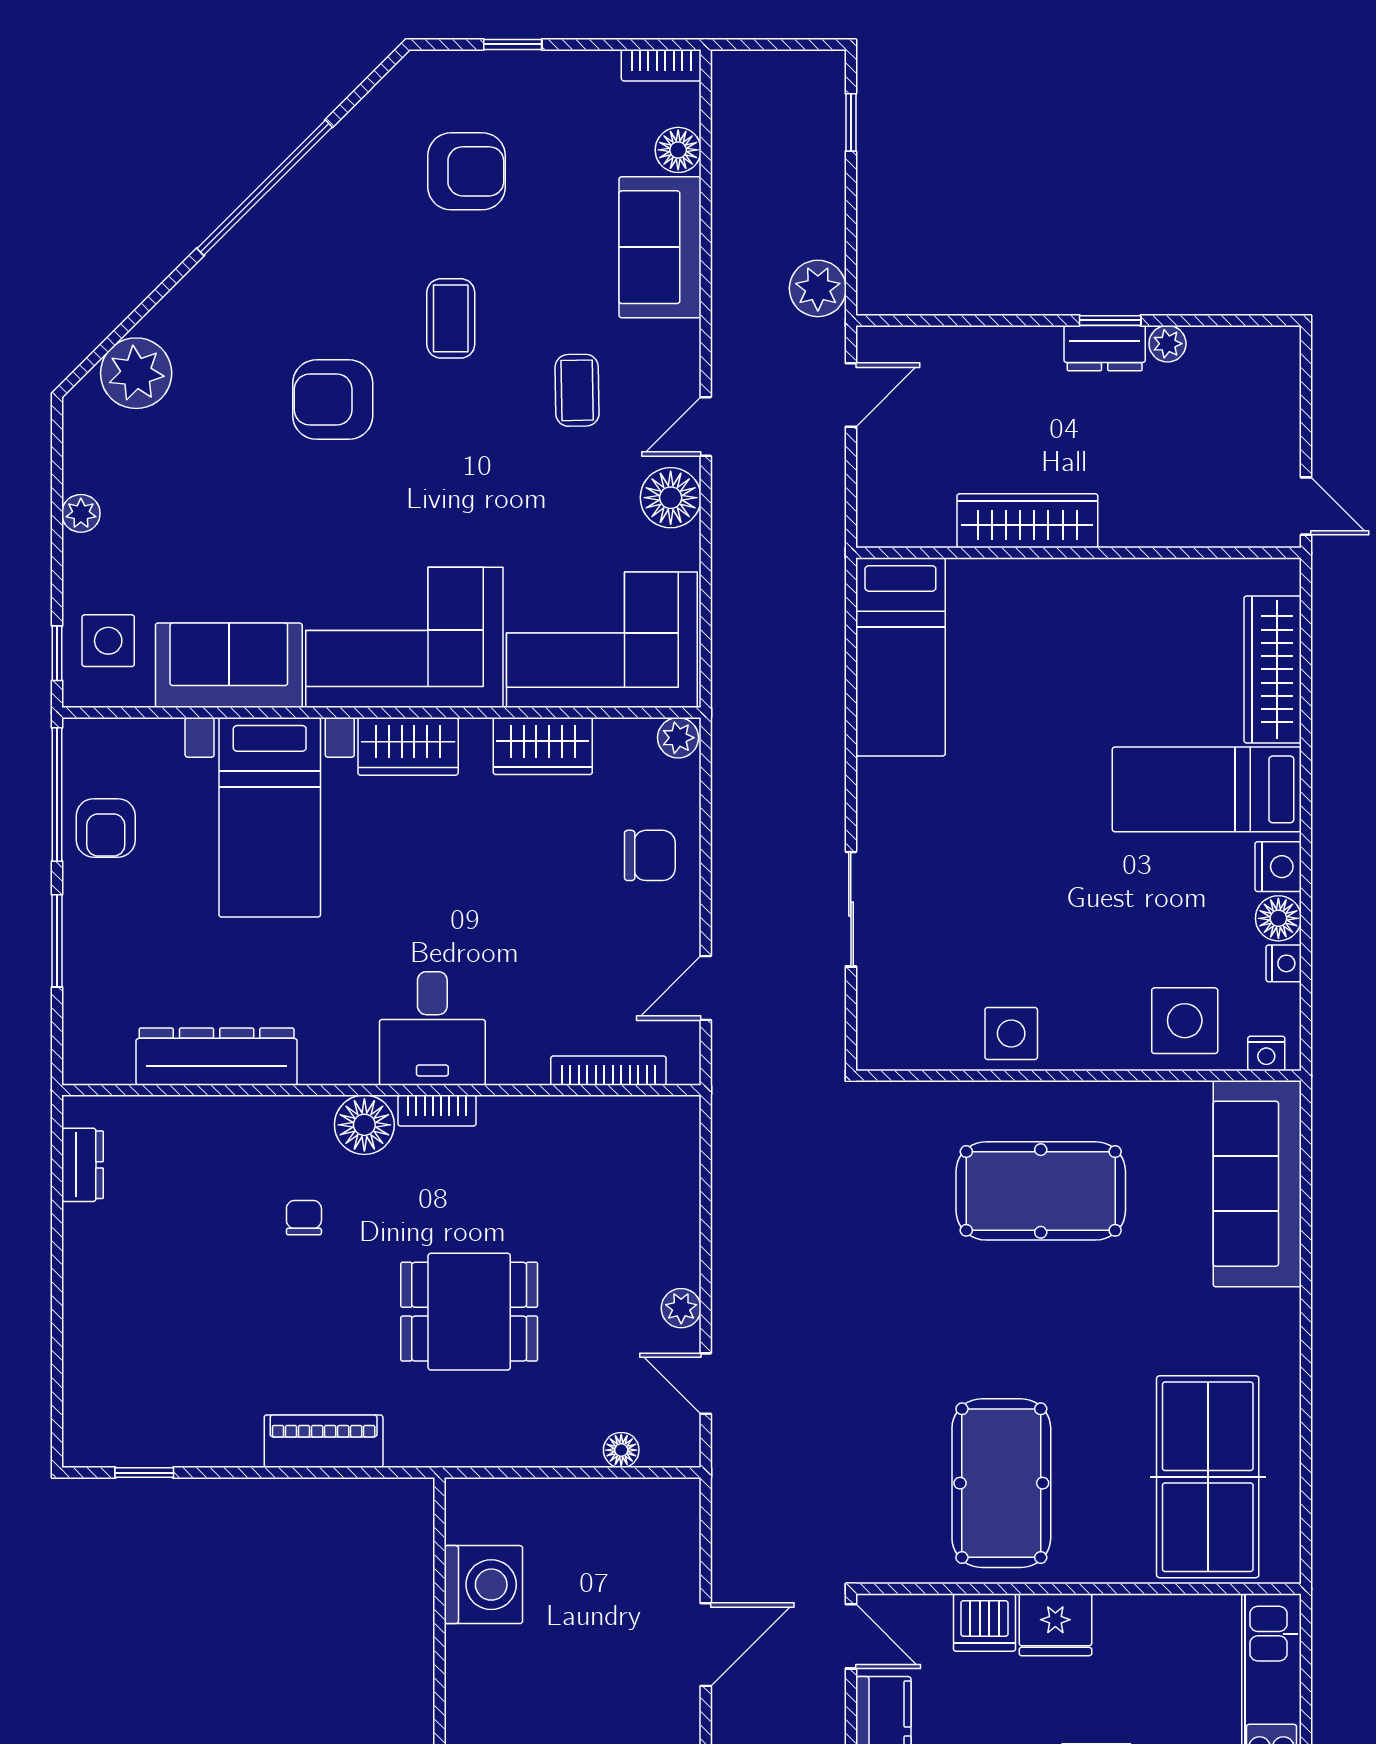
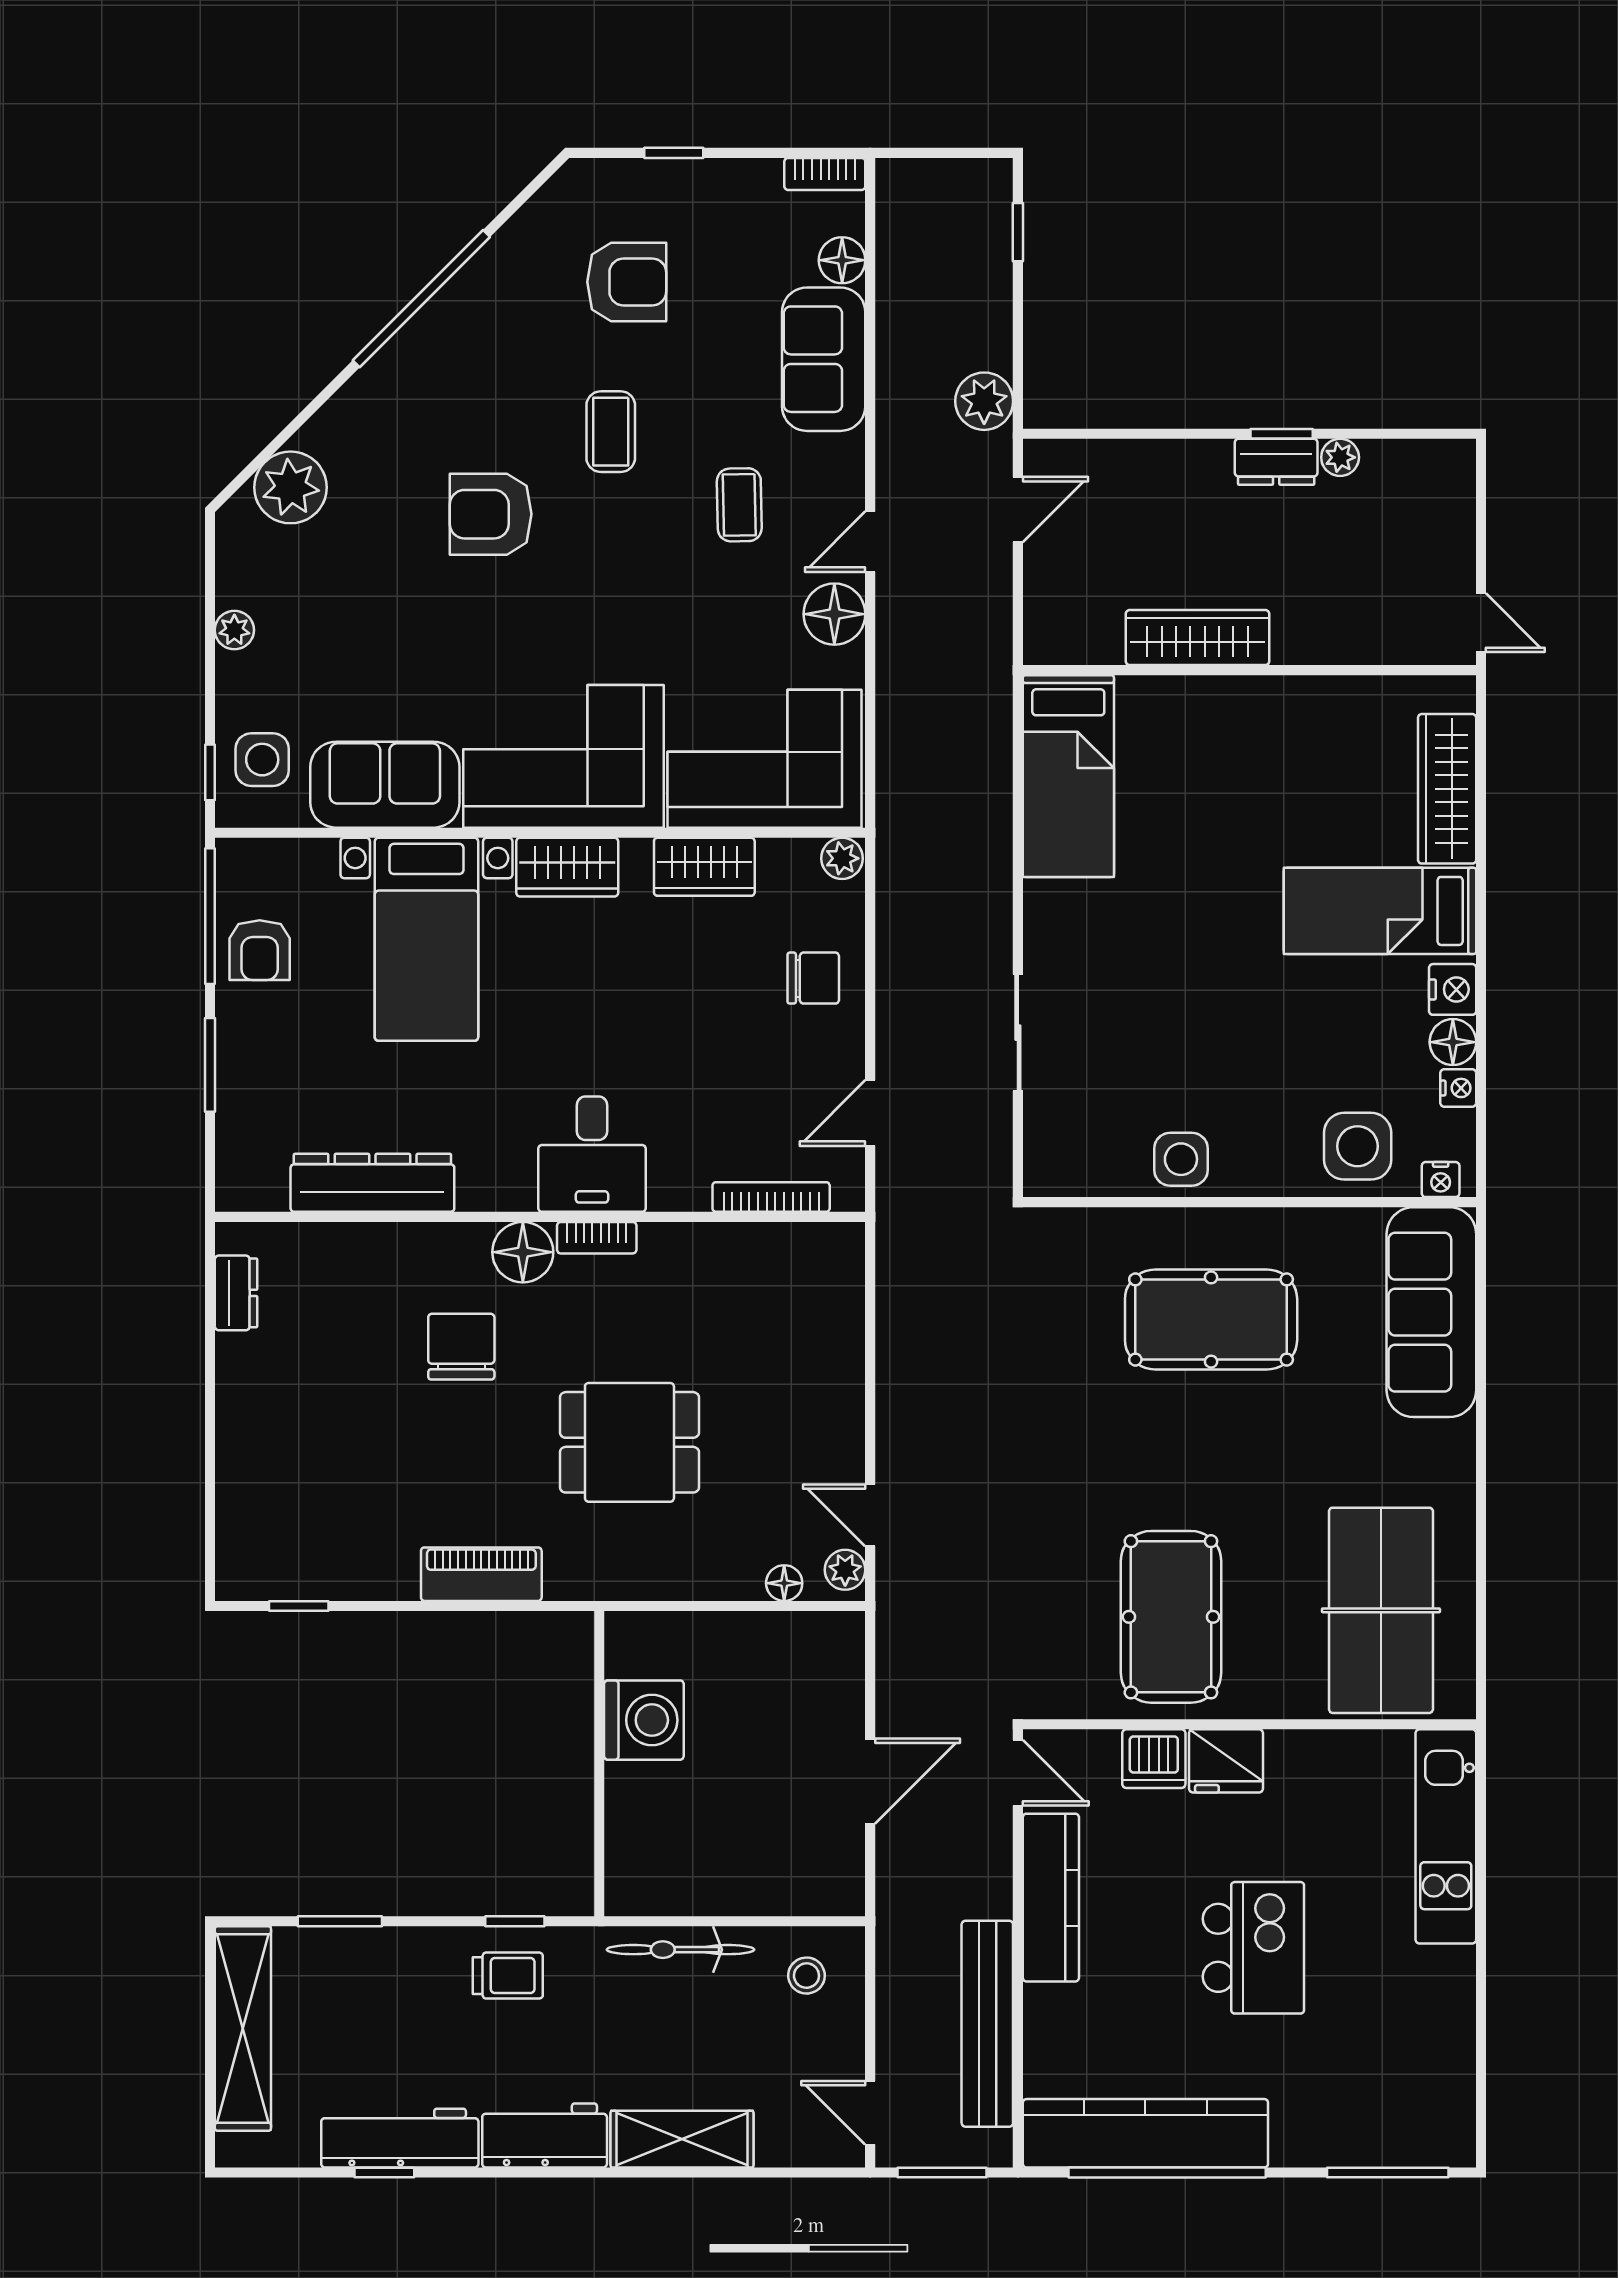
chair: (304, 1218) -> (461, 1347), width x1.87, depth x1.87
plant: (681, 1308) -> (845, 1570), moved

